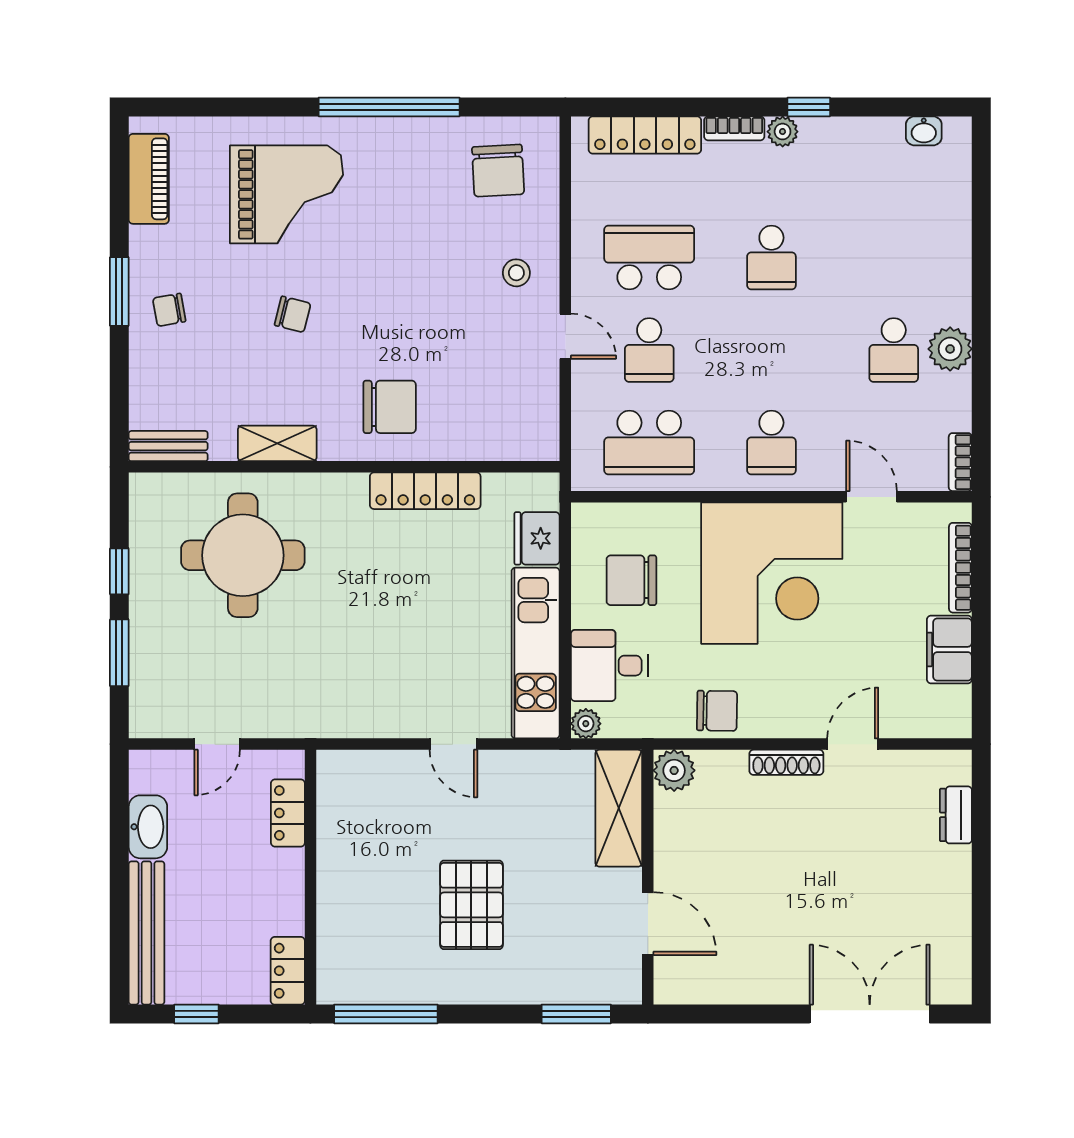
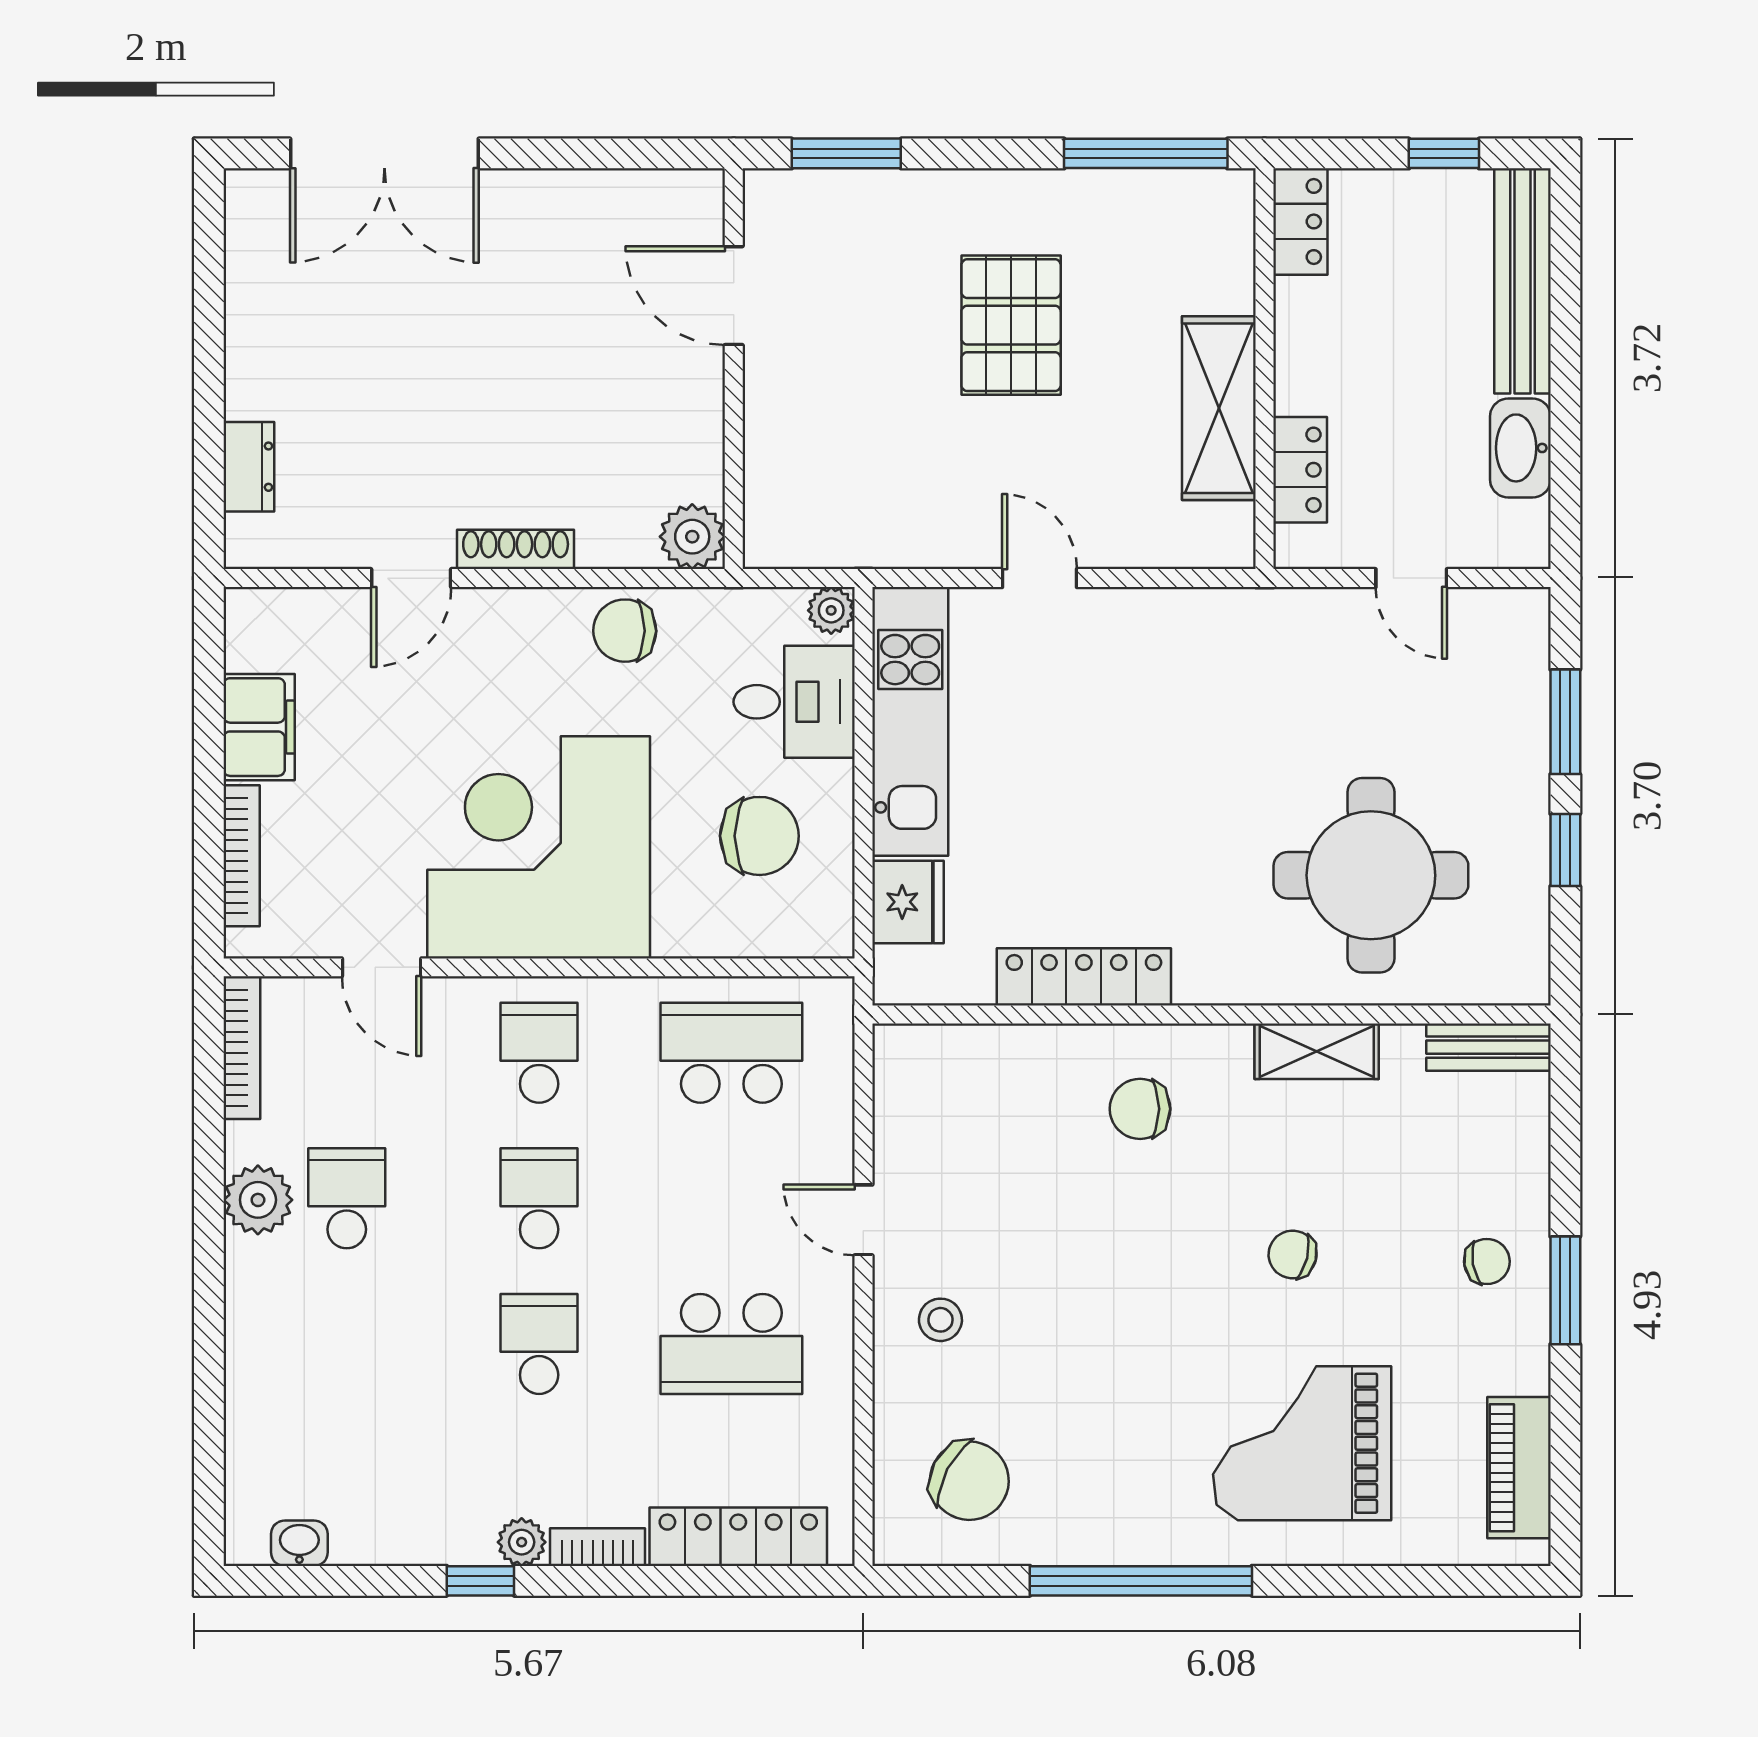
chair: (498, 171) -> (969, 1481), turned 121
school desk: (649, 350) -> (539, 1198), moved
chair: (390, 407) -> (1140, 1109), width x0.73, depth x0.73
bookcase: (960, 462) -> (242, 1048), width x1.56
door: (217, 744) -> (1411, 578), swing flipped
shelving: (619, 808) -> (1219, 408), moved

